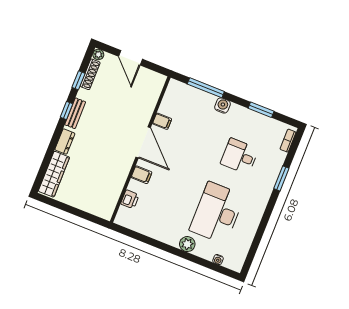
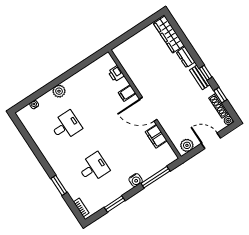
plant: (152, 79) -> (187, 145), added
filing cabinet: (162, 121) -> (156, 136), width x2.00
desk: (217, 213) -> (66, 126), width x0.53, depth x0.77

